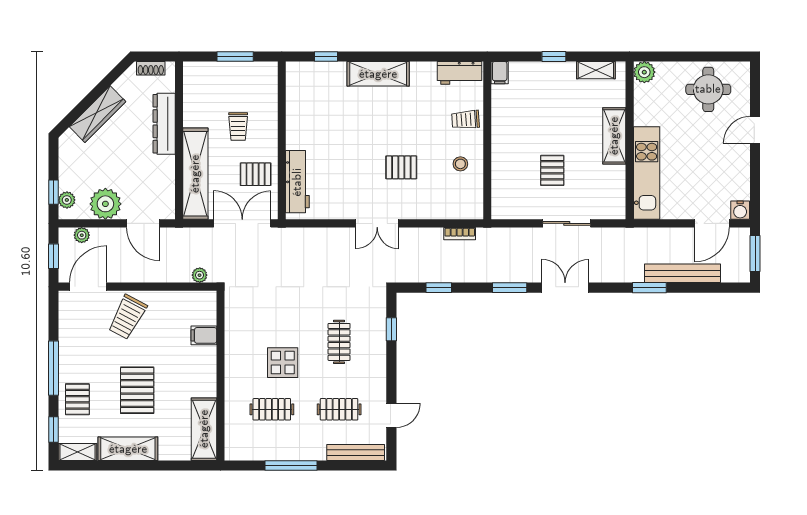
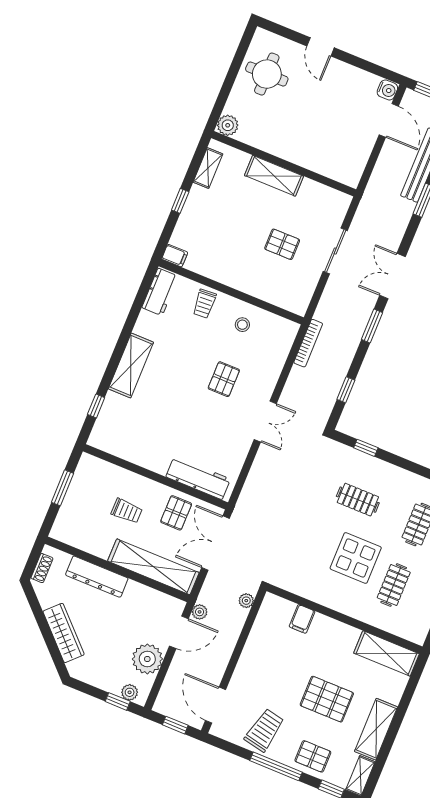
kitchen unit: (647, 173) -> (319, 160), removed
bookcase: (460, 234) -> (308, 343), width x1.56
plant: (82, 235) -> (200, 612), moved
trolley: (127, 317) -> (264, 730), moved, turned -106
display table: (283, 363) -> (356, 558), width x1.36, depth x1.36

